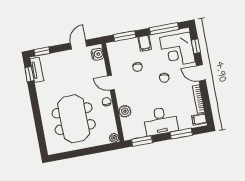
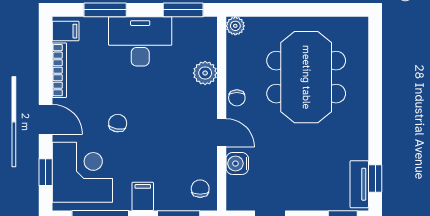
water cooler: (97, 54) -> (237, 163), moved
chair: (137, 67) -> (200, 189), moved

